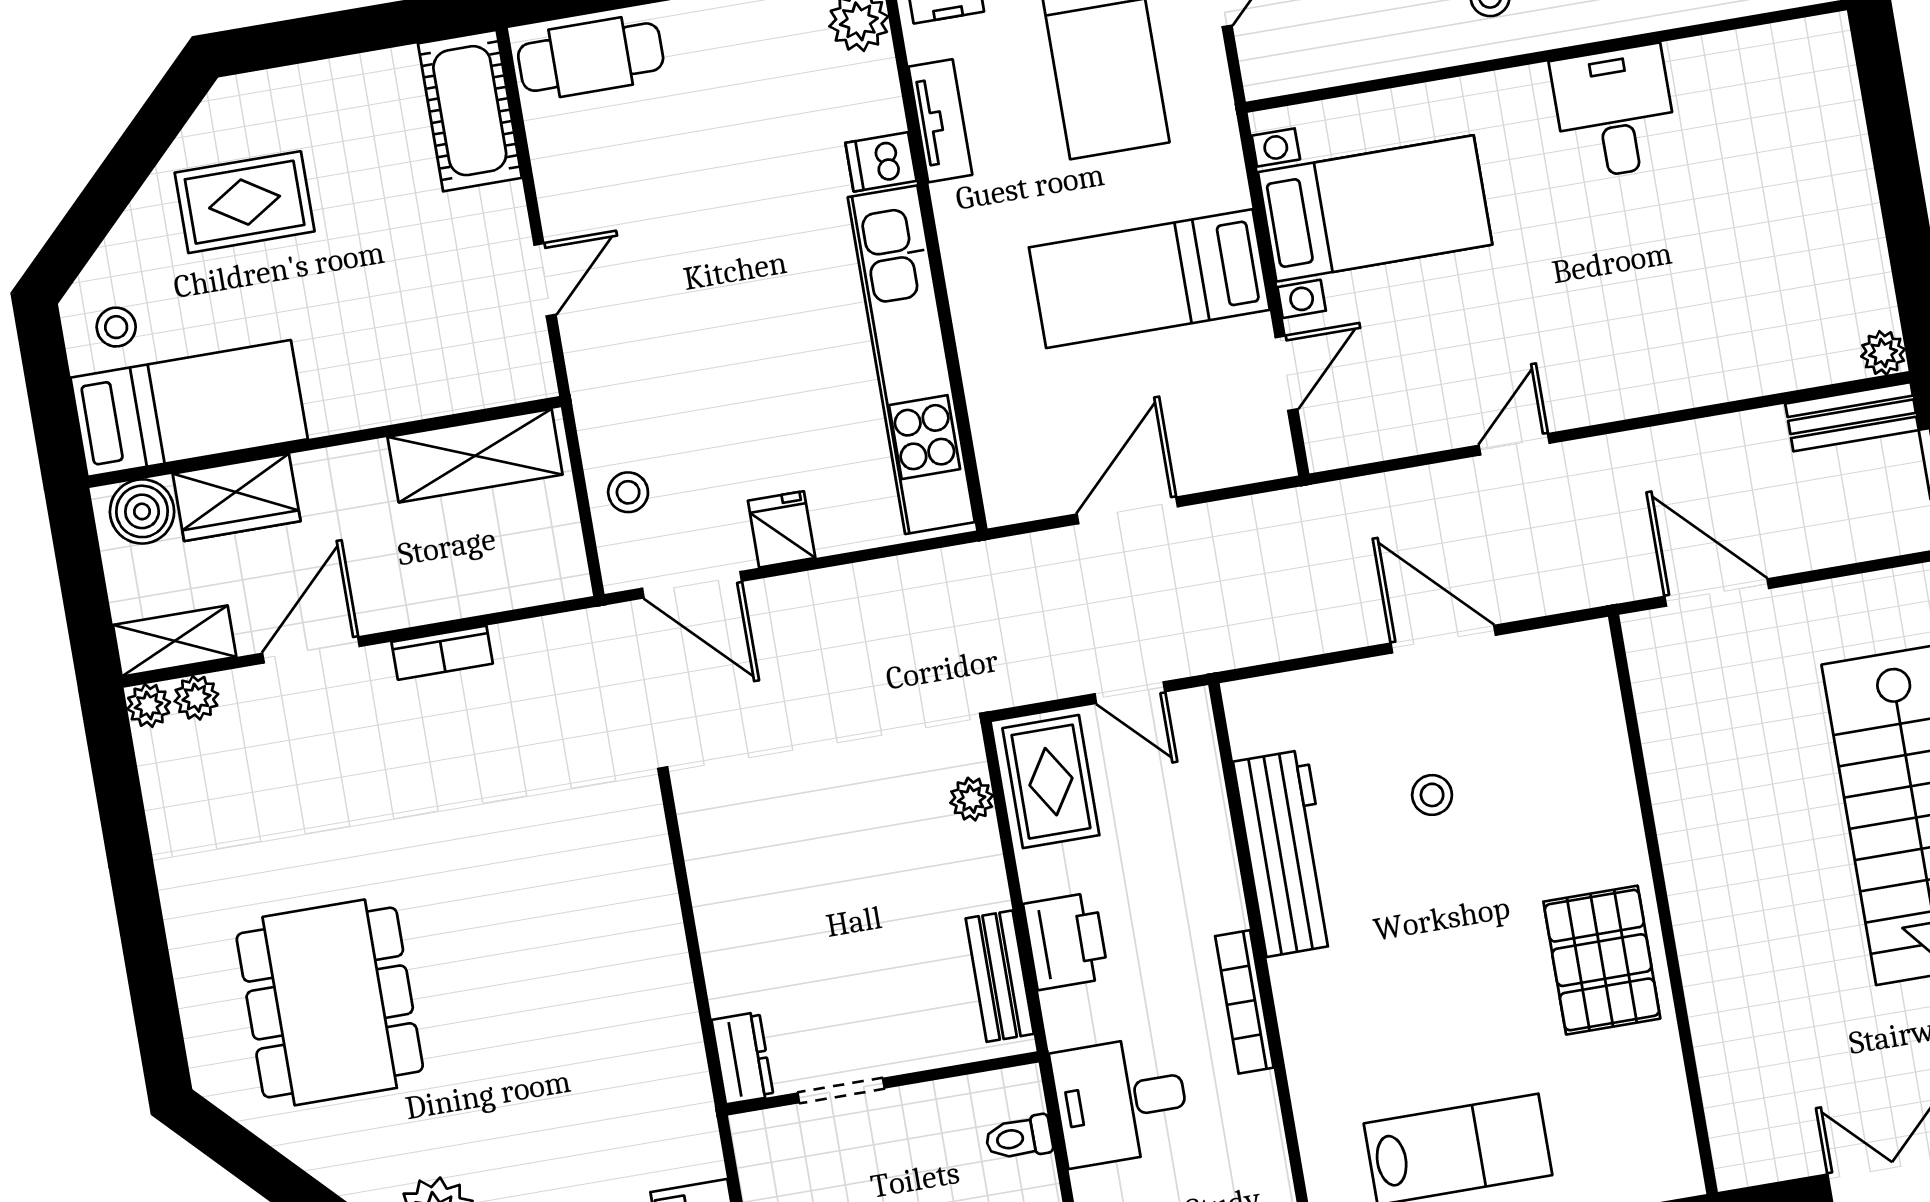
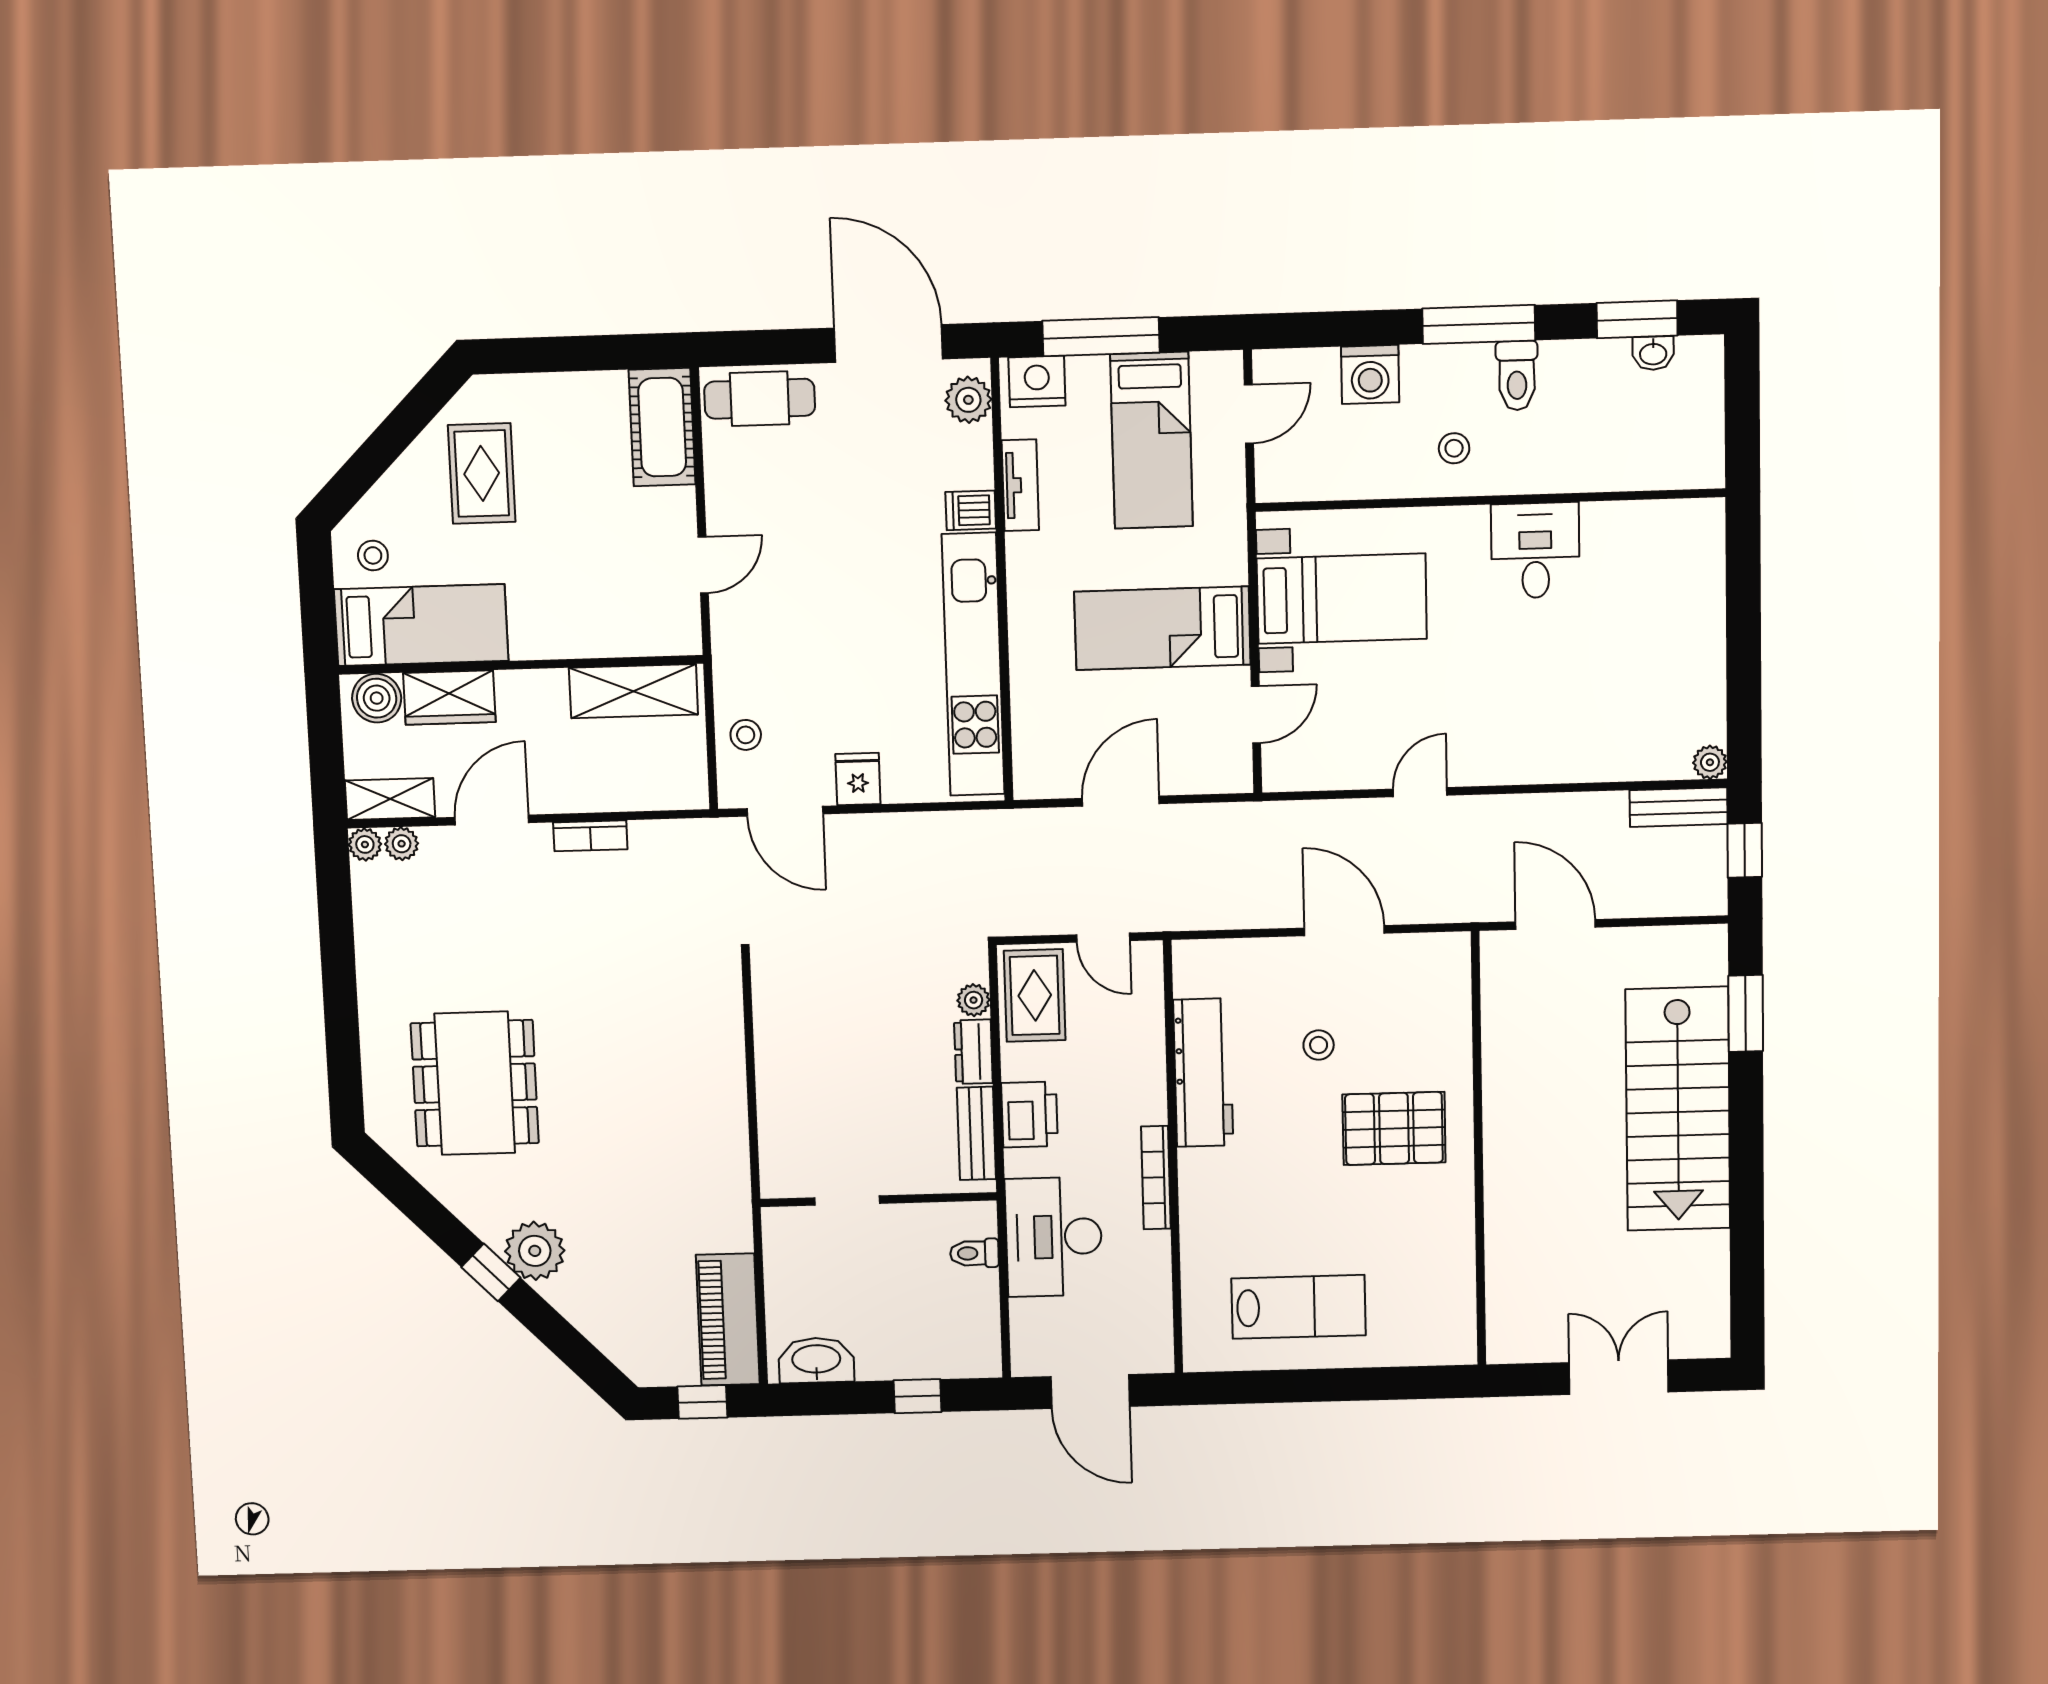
rug: (245, 202) -> (482, 473), turned 90
pallet: (1602, 960) -> (1394, 1128), moved, turned 90
dresser: (743, 1058) -> (973, 1052), moved, turned 180
desk: (1121, 1101) -> (1054, 1237), width x1.37

